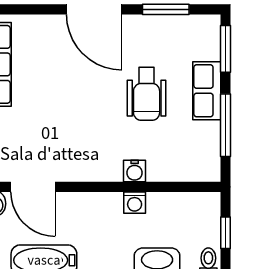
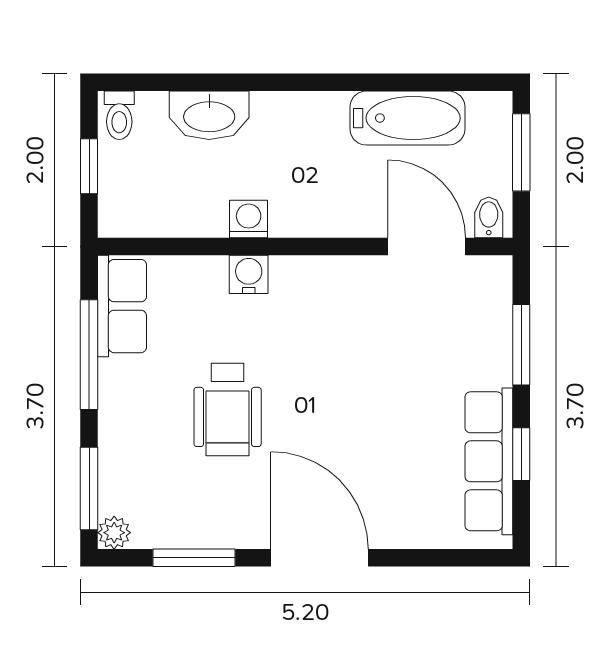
plant: (211, 24) -> (114, 533), added
row of seats: (207, 91) -> (122, 306), moved
wheelchair: (147, 94) -> (228, 410), turned 180

